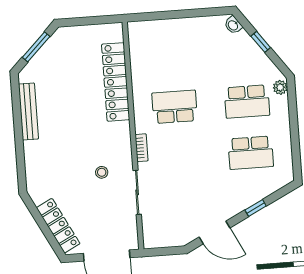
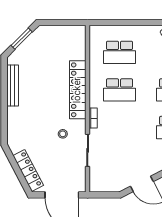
school desk: (171, 56) -> (120, 52), added
locker: (116, 82) -> (78, 90), moved
school desk: (175, 107) -> (120, 90), turned 180

